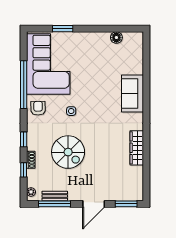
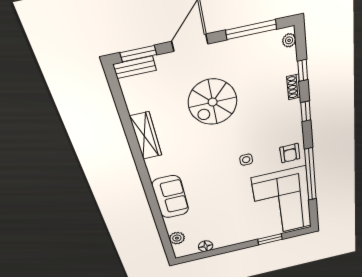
plant: (137, 53) -> (177, 238), added
spiral stairs: (68, 152) -> (213, 102), moved, turned -90
bench: (55, 196) -> (135, 67), moved

